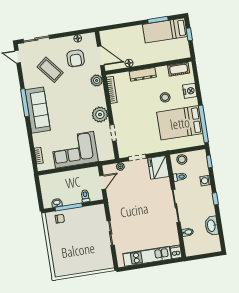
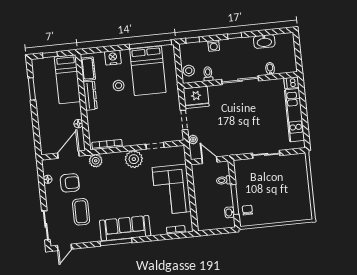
bed: (165, 30) -> (67, 79), moved
coffee table: (50, 70) -> (81, 212), turned -51
dresser: (143, 74) -> (90, 96), moved

